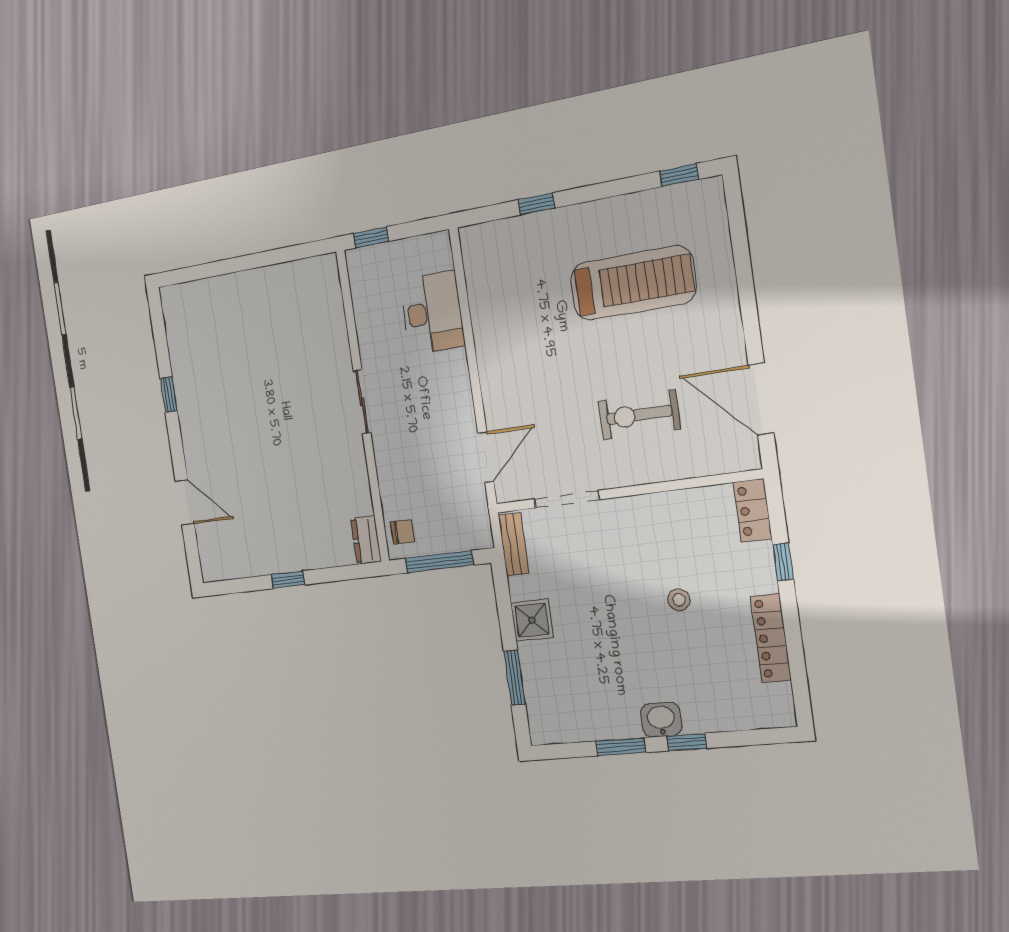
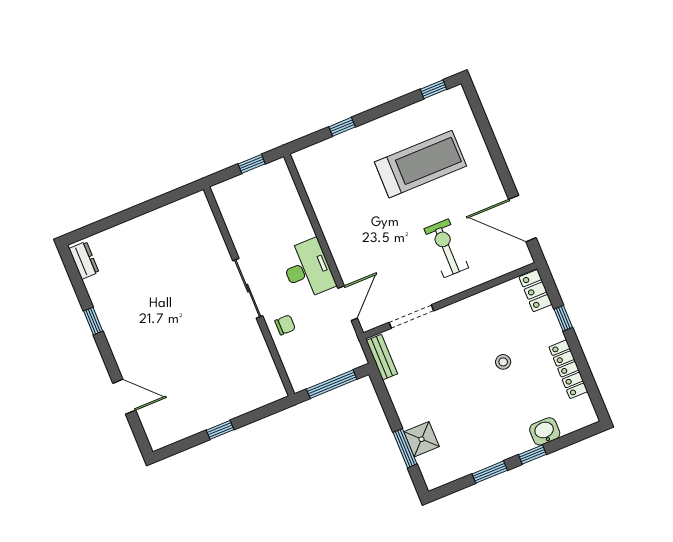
window: (371, 237) -> (252, 164), moved
desk: (432, 313) -> (308, 269), moved
sliding door: (362, 402) -> (248, 288), width x1.37
exercise bike: (639, 415) -> (446, 248), turned 90
chair: (403, 532) -> (285, 325), moved
dresser: (366, 540) -> (84, 260), moved, turned 180
shower: (532, 620) -> (422, 439), moved
washbasin: (661, 720) -> (545, 431), moved

